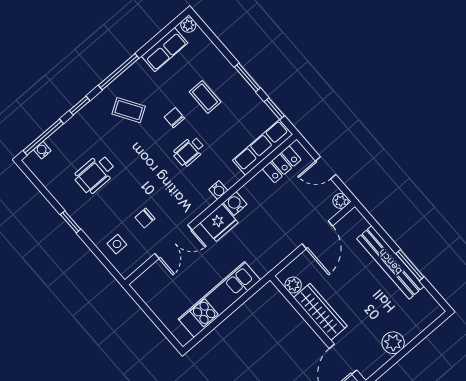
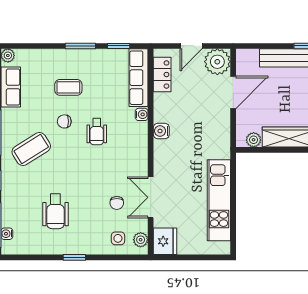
coffee table: (129, 110) -> (31, 149), width x1.36, depth x1.30
water cooler: (218, 190) -> (142, 114), moved
plant: (340, 201) -> (217, 62), width x1.88, depth x1.88
fridge: (219, 223) -> (165, 241), moved
door: (317, 235) -> (233, 92), hinge flipped
double door: (173, 242) -> (151, 197), swing flipped
plant: (132, 263) -> (141, 240), added

